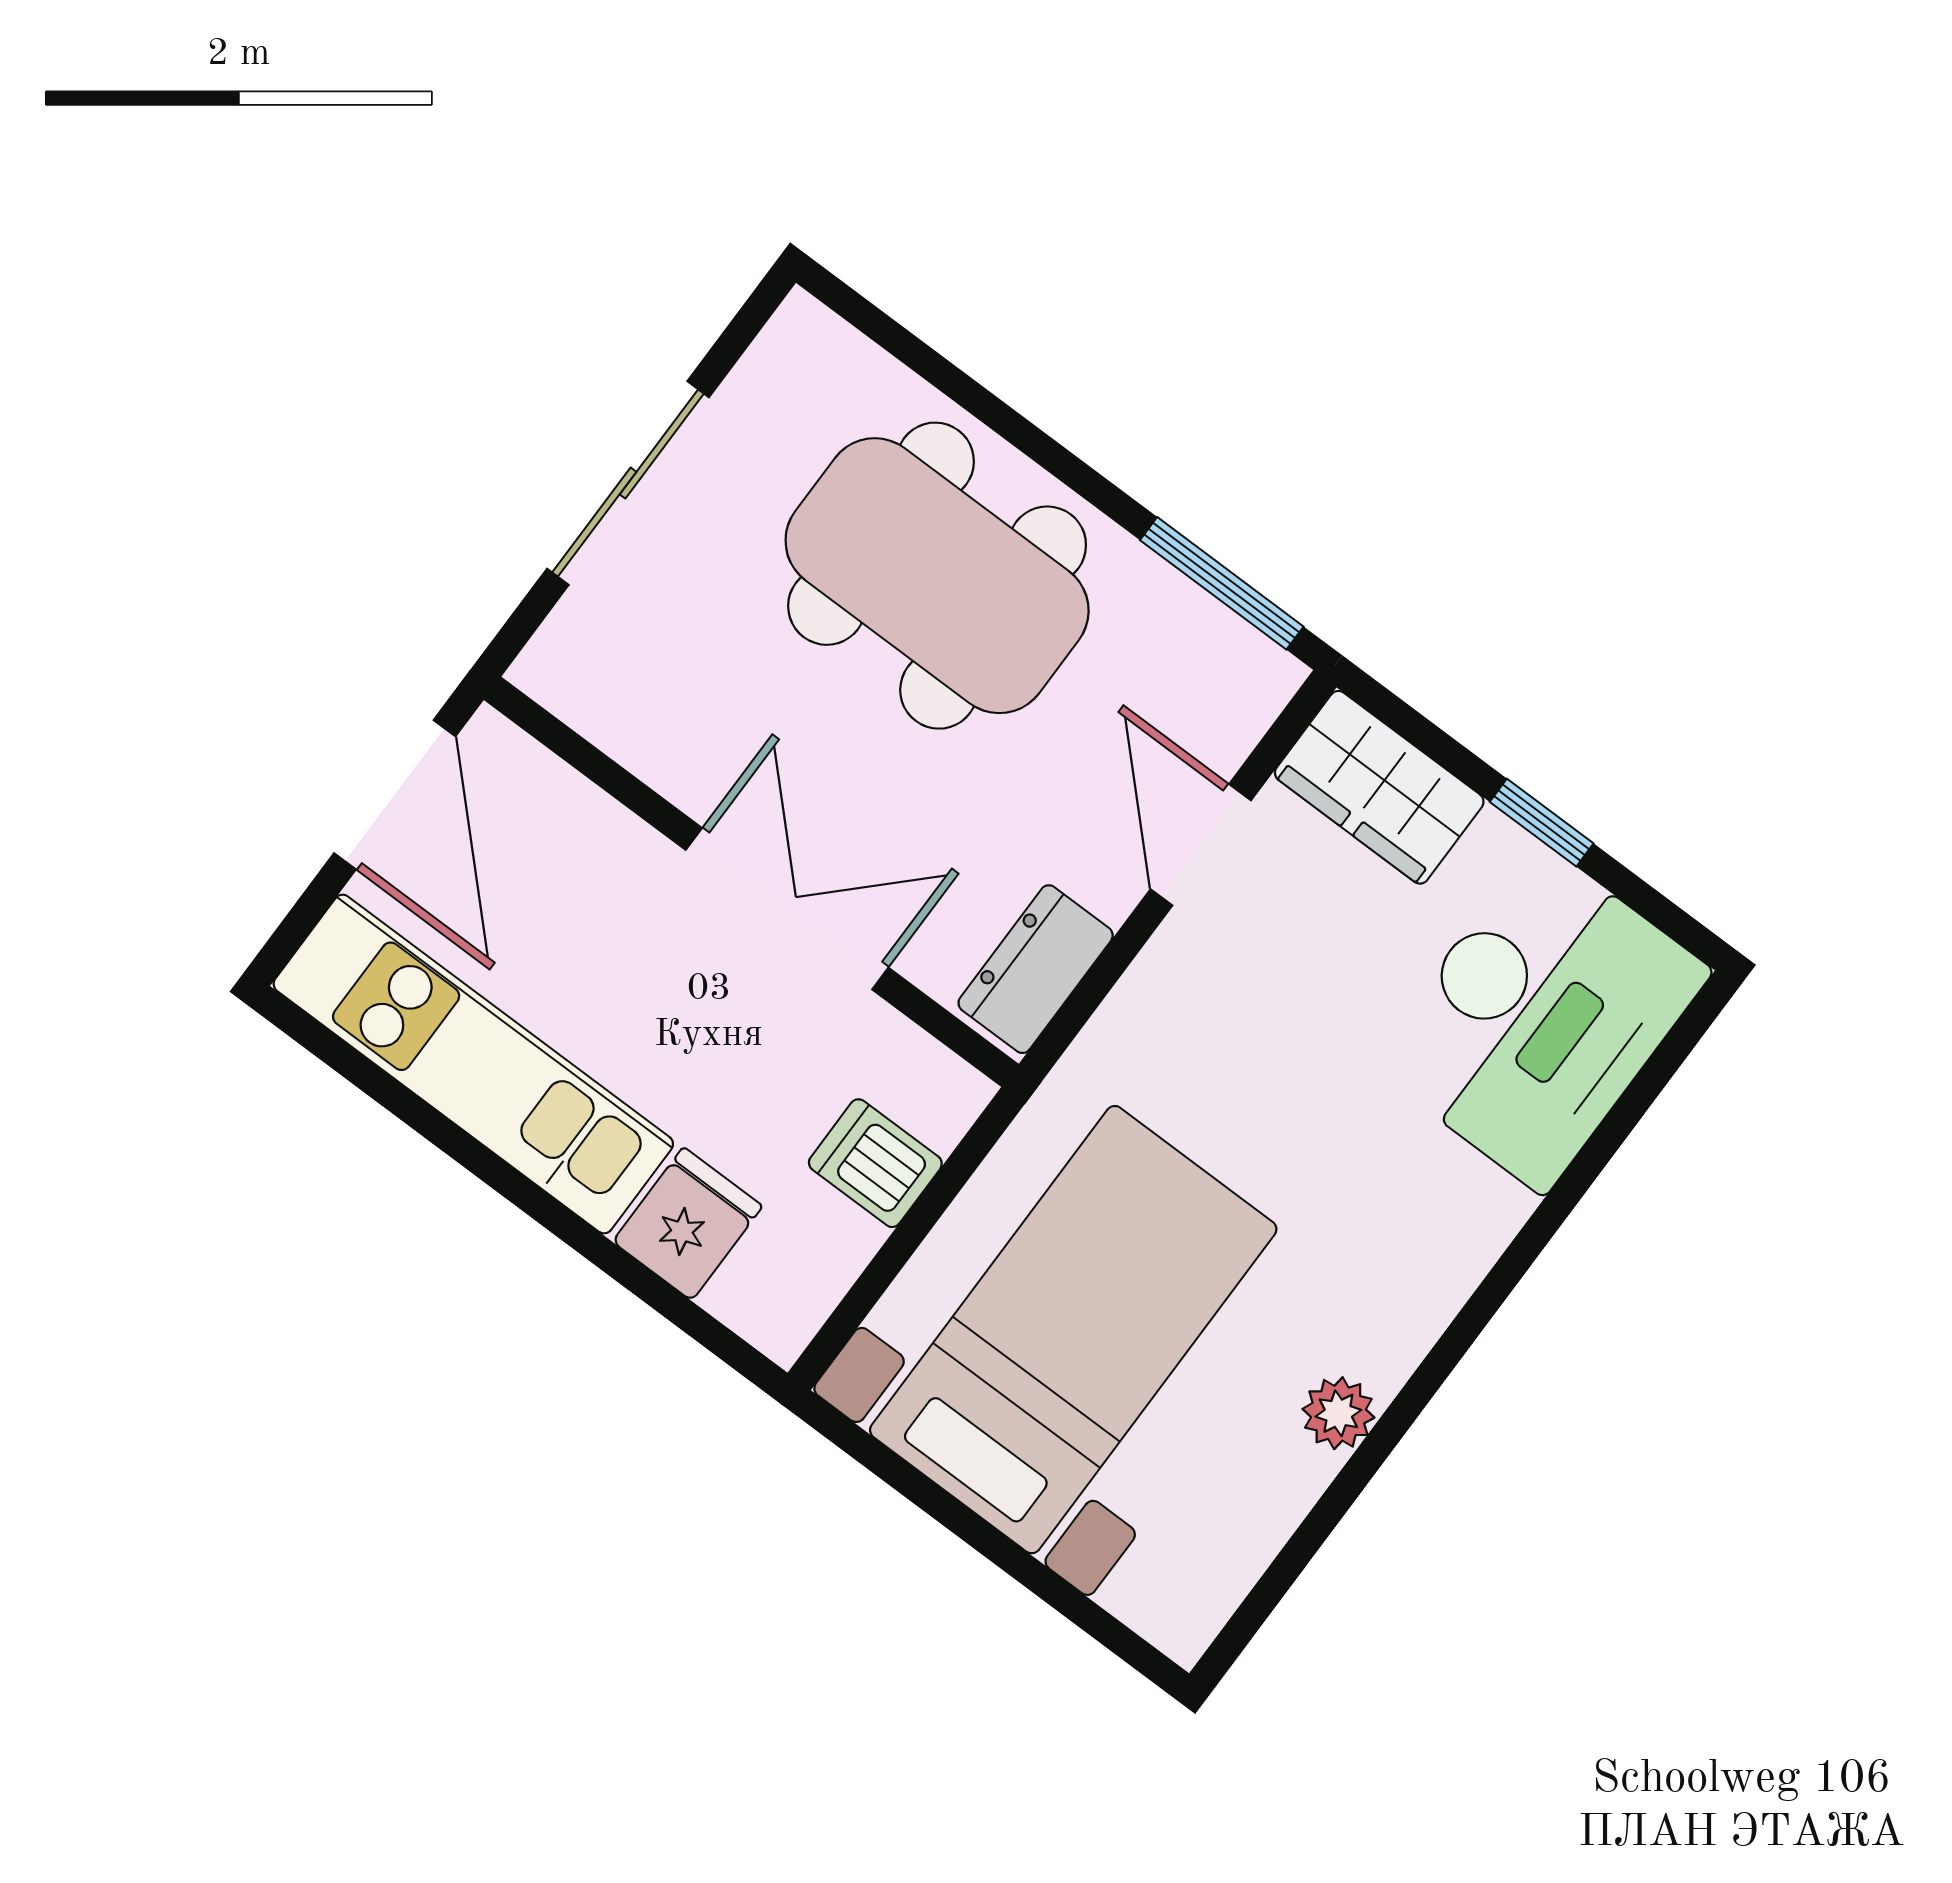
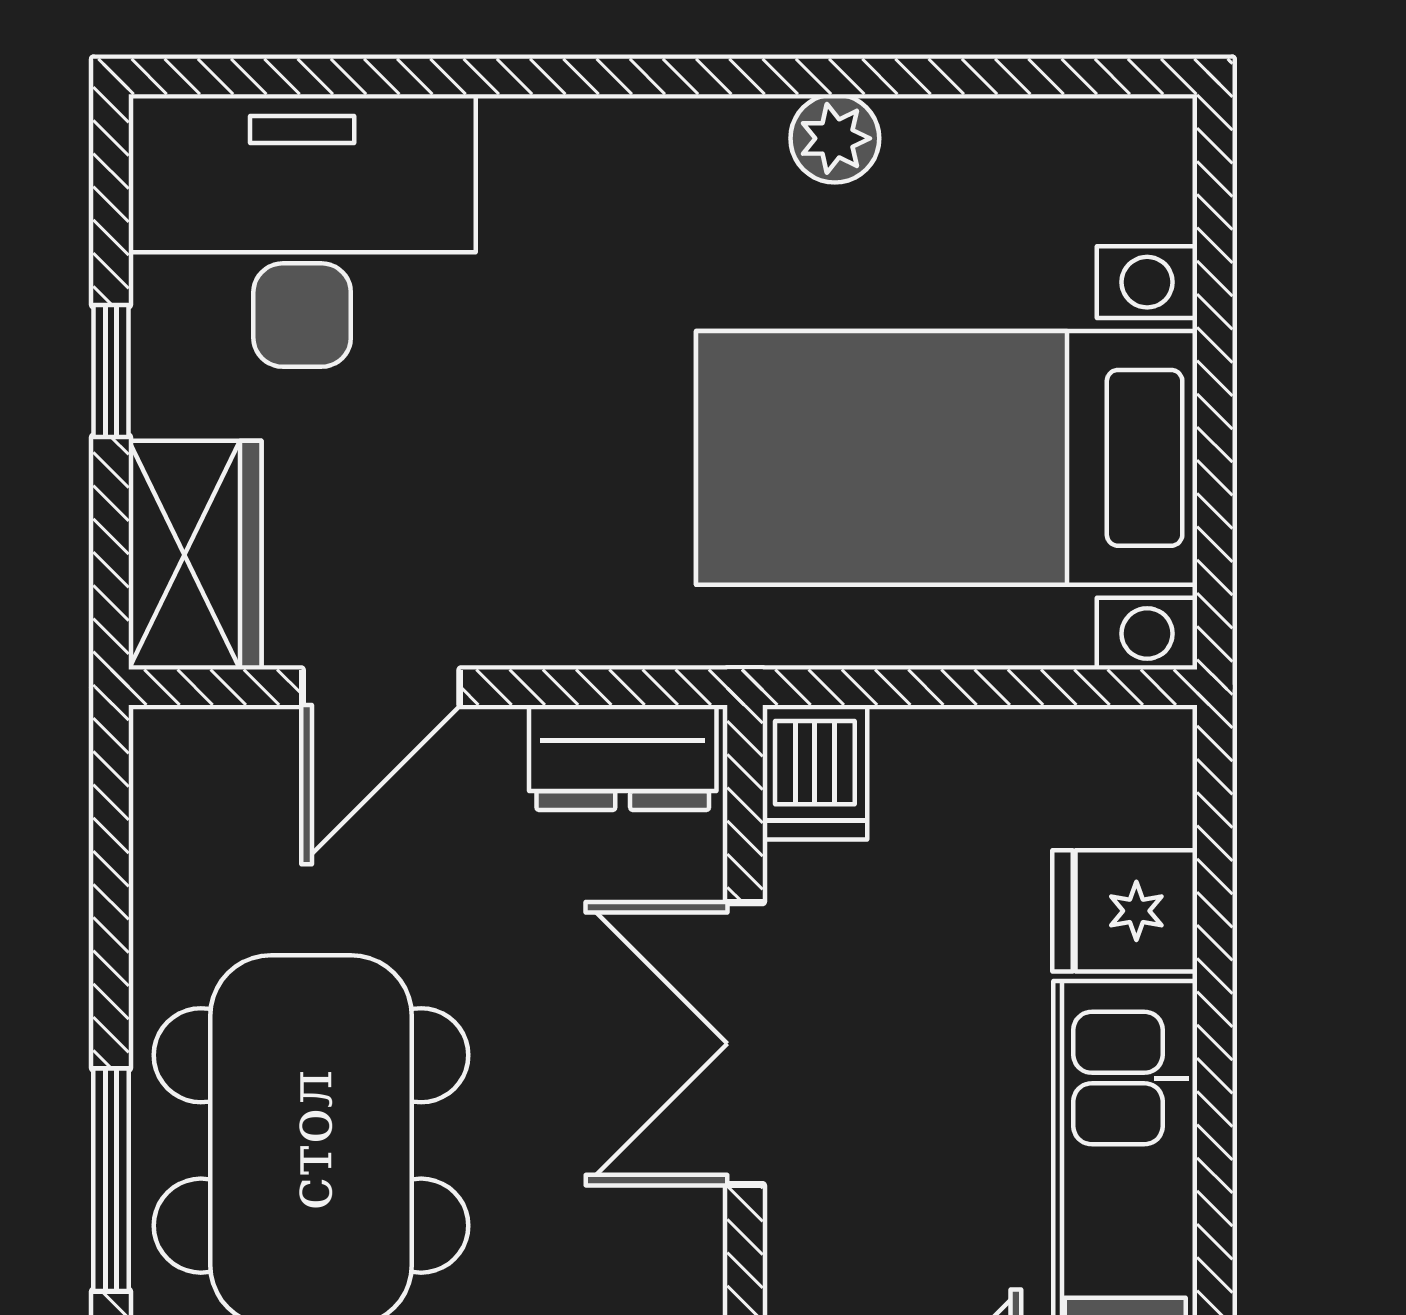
window: (1222, 583) -> (111, 1180), moved
dishwasher: (875, 1163) -> (815, 772), moved

